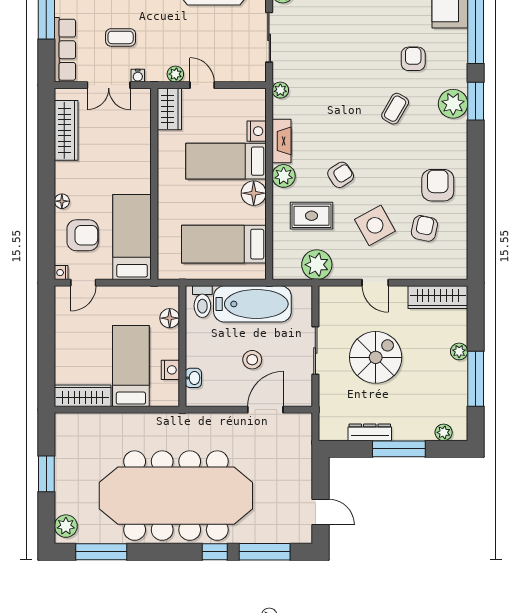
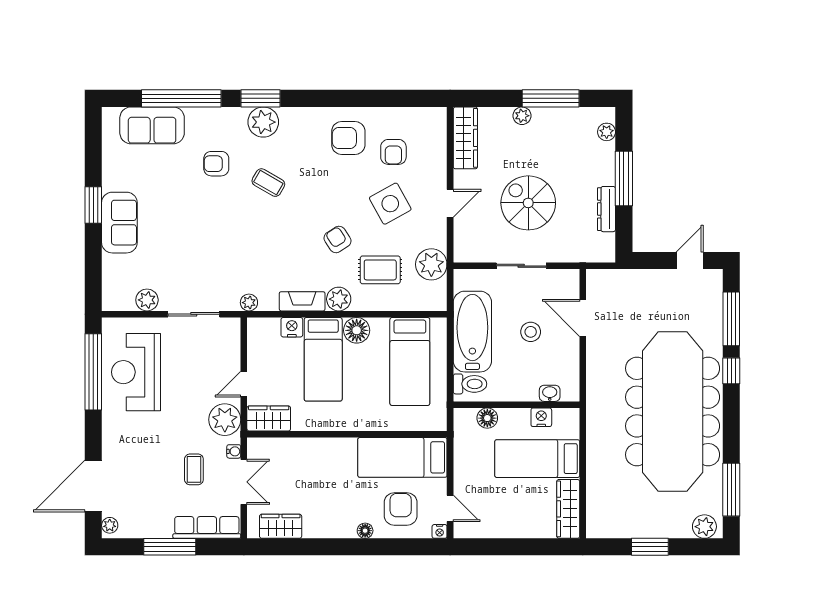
plant: (175, 74) -> (225, 420), width x1.87, depth x1.87
wardrobe: (66, 130) -> (281, 526), width x0.67
rug: (312, 216) -> (380, 270), turned 90
armchair: (424, 228) -> (393, 152), turned -102

